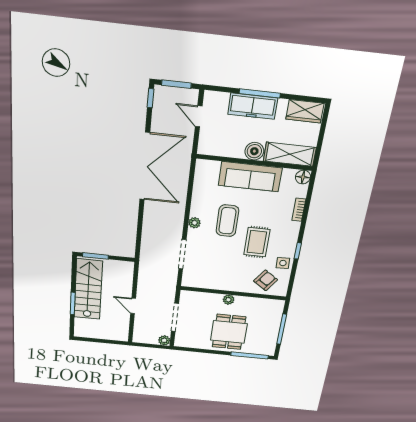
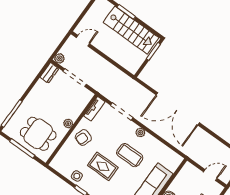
double door: (145, 166) -> (178, 109), moved
armchair: (266, 280) -> (83, 138), moved, turned 74
tv unit: (197, 283) -> (94, 109), added
door: (133, 306) -> (83, 41), moved
dining table: (229, 332) -> (38, 134), moved
dresser: (185, 342) -> (49, 73), added

